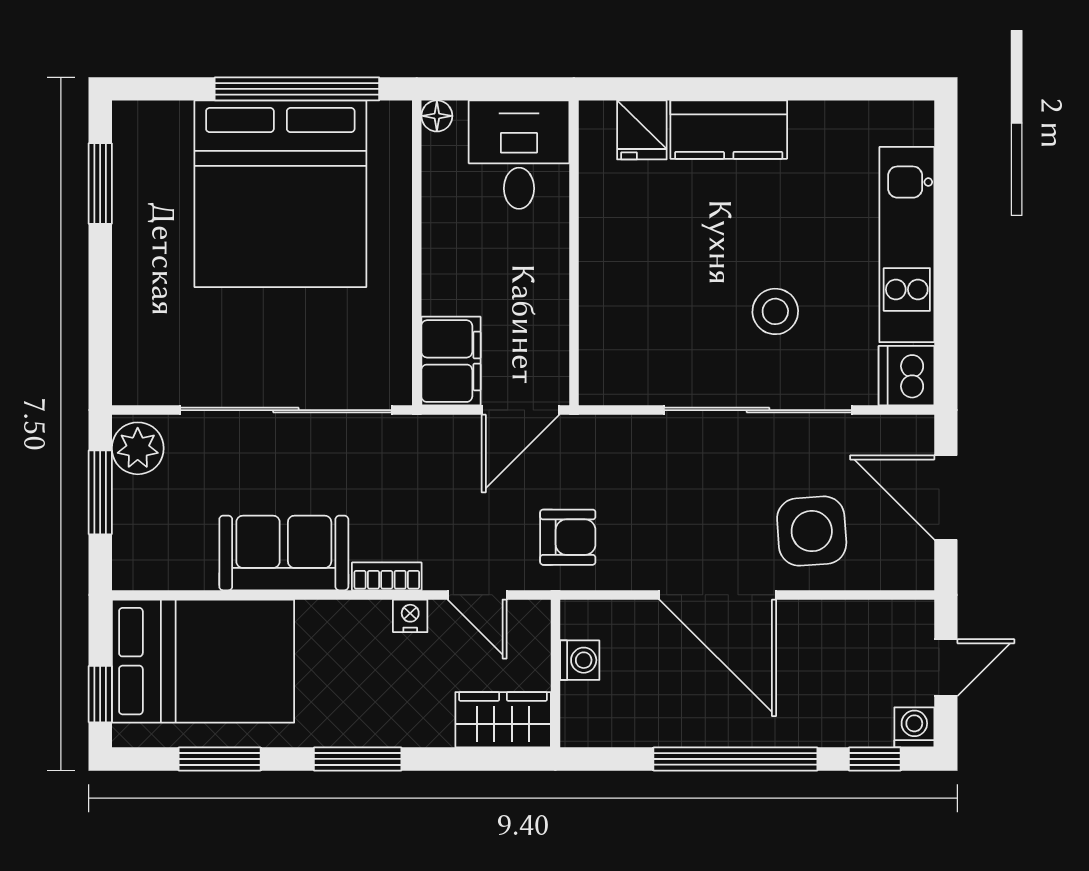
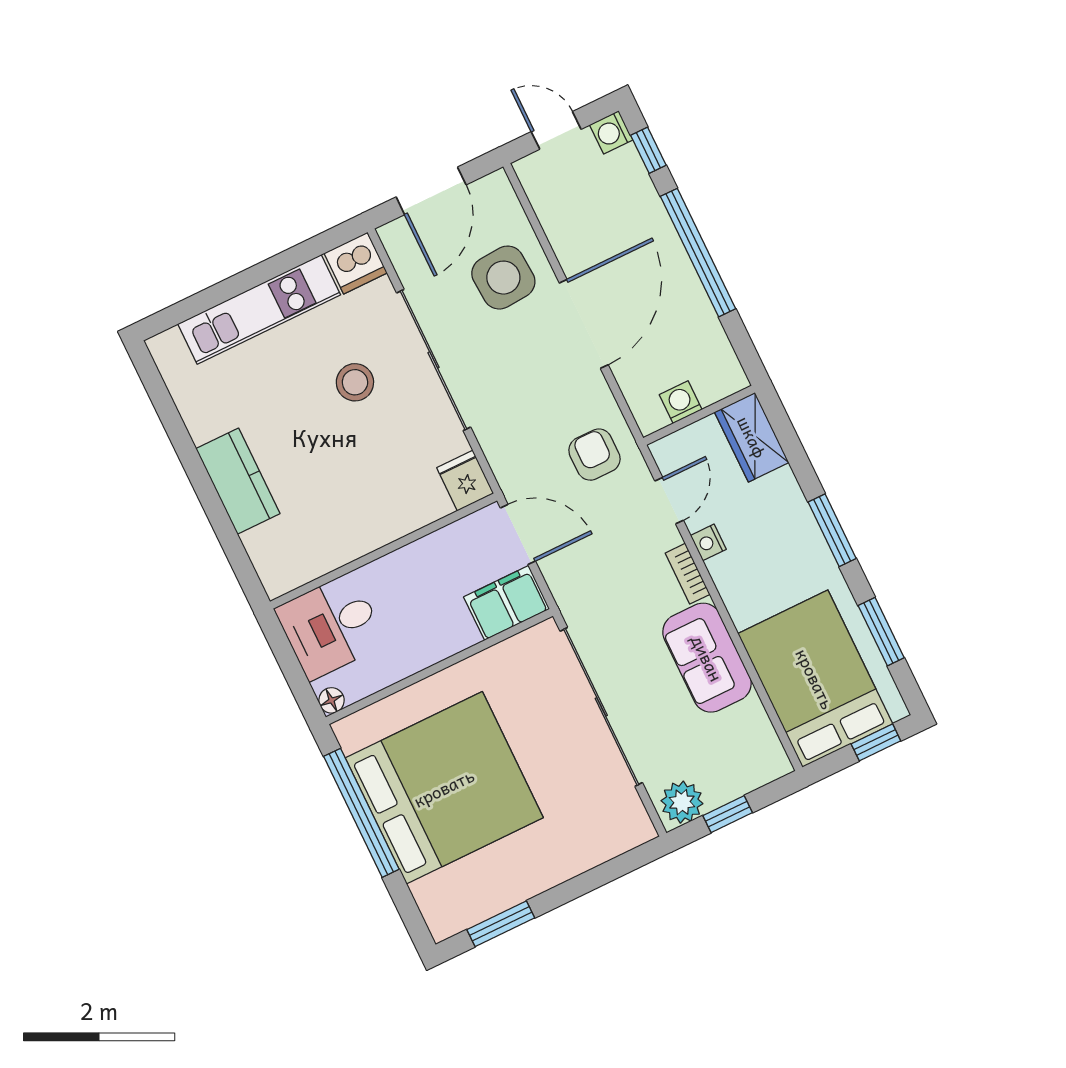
fridge: (642, 130) -> (465, 481), moved, turned -90
window: (100, 492) -> (728, 814), width x0.67

